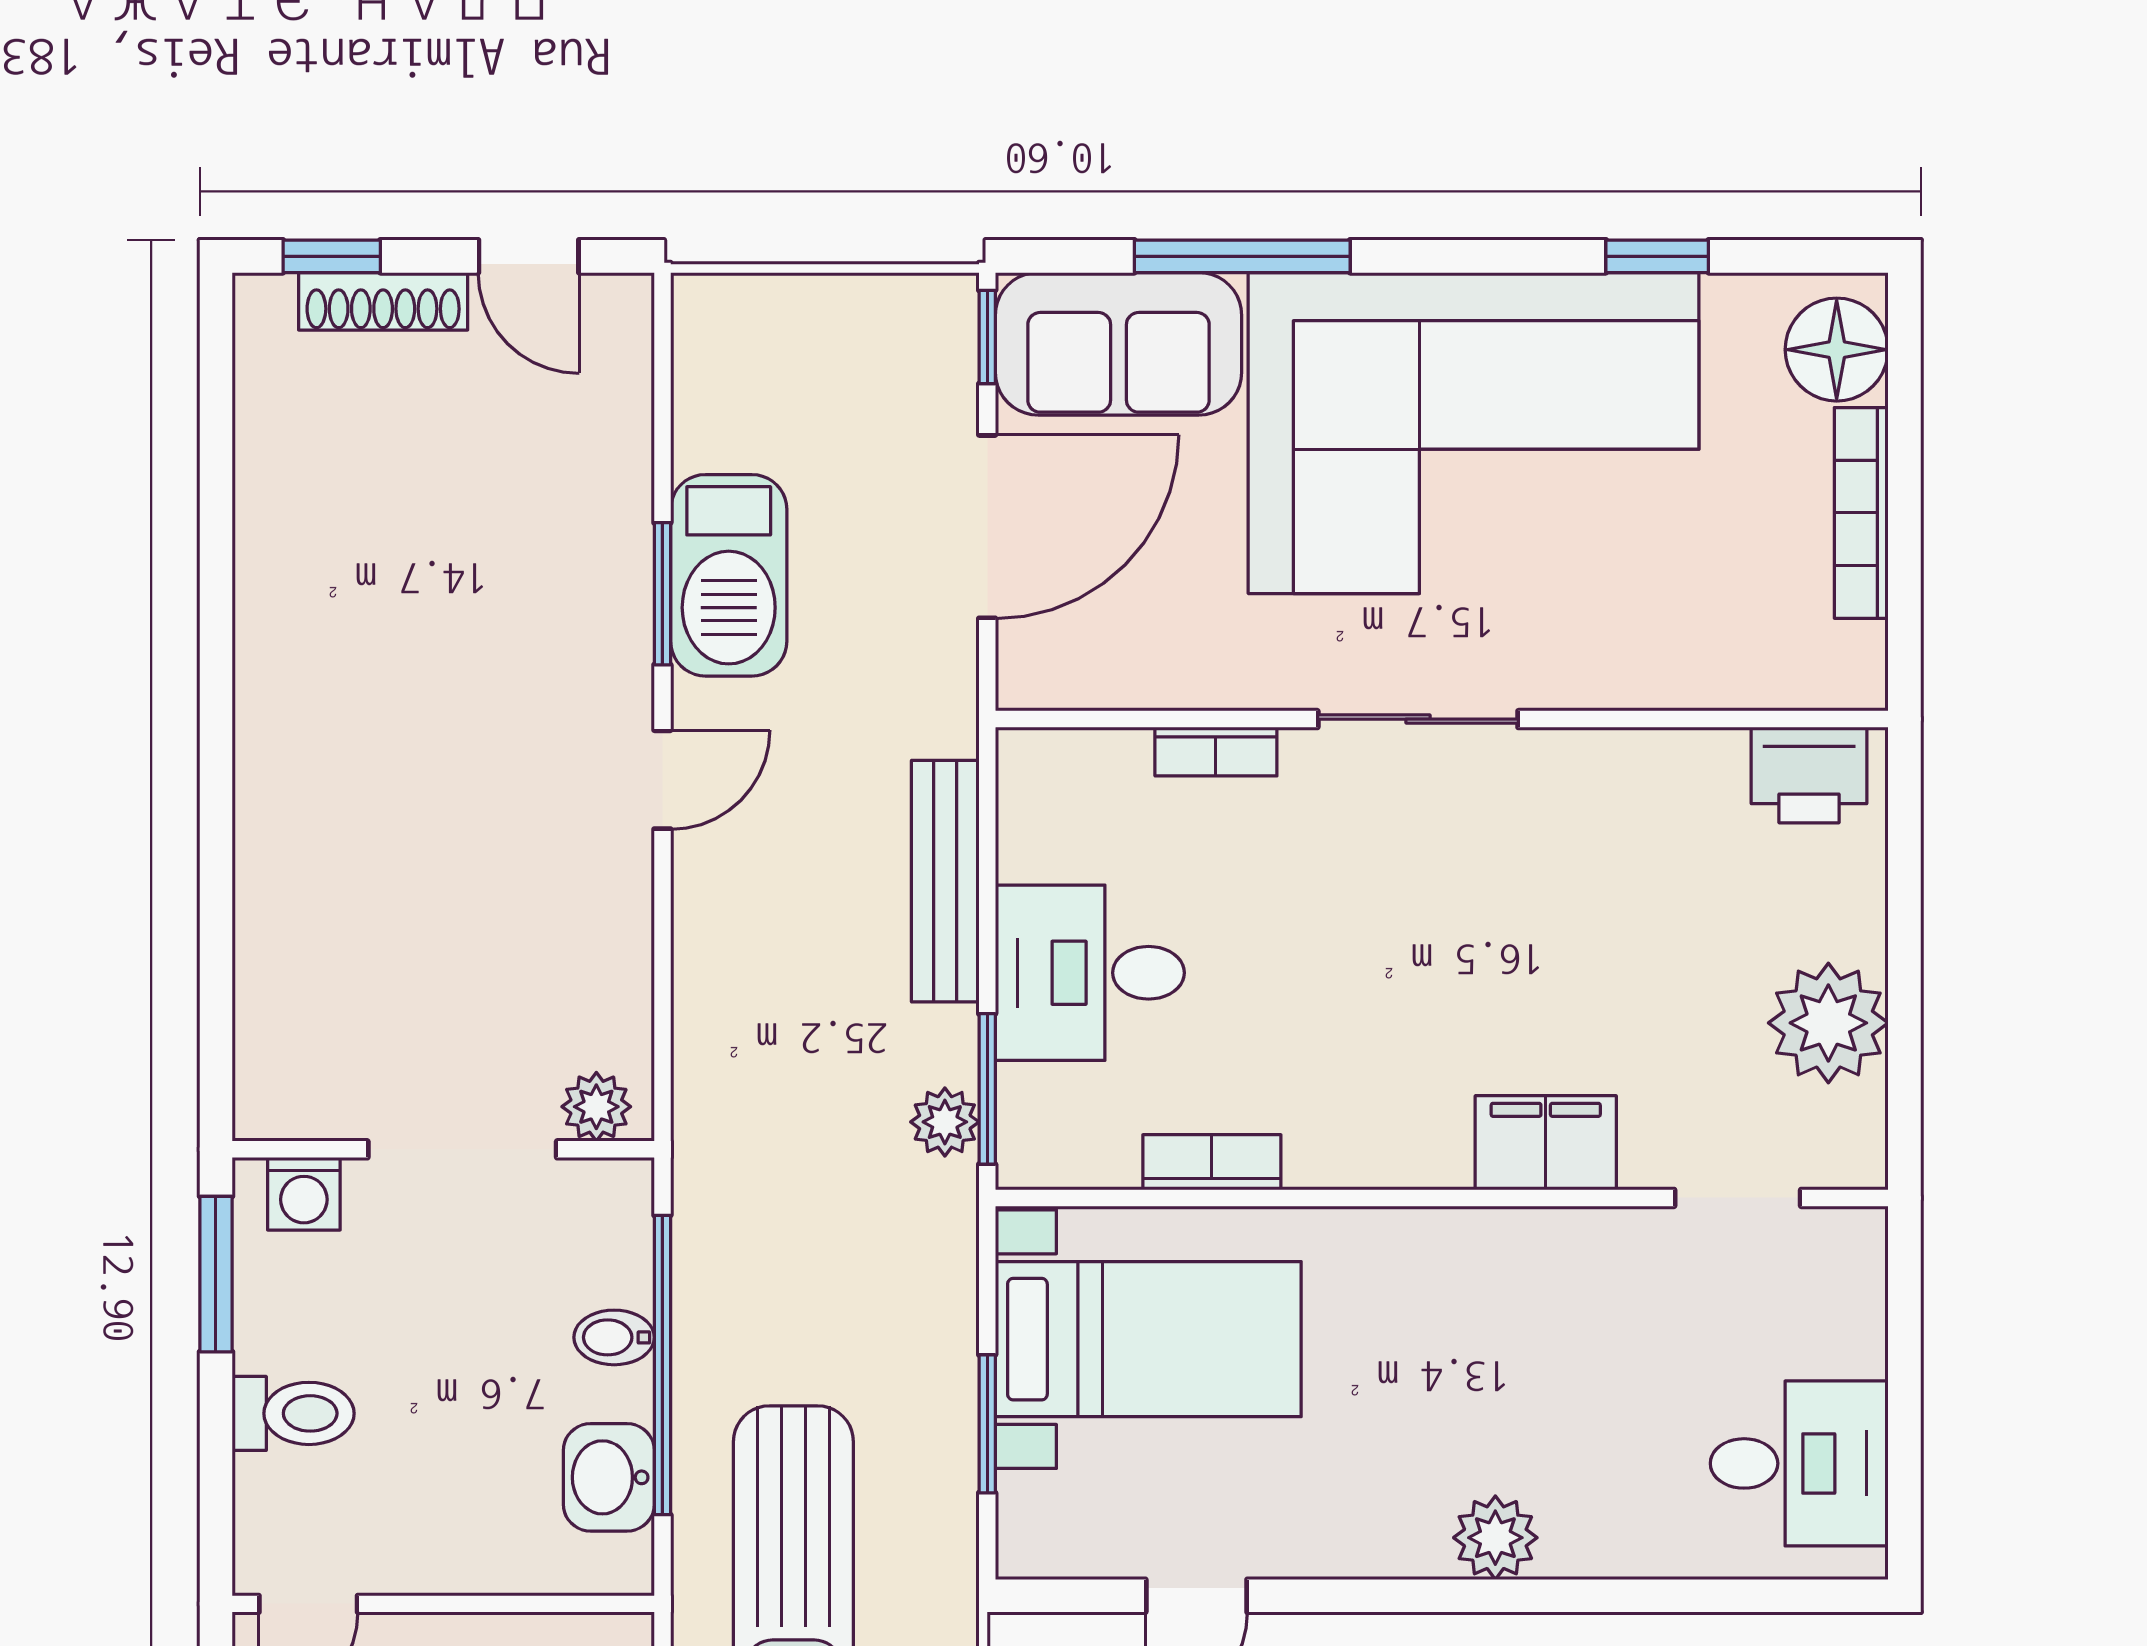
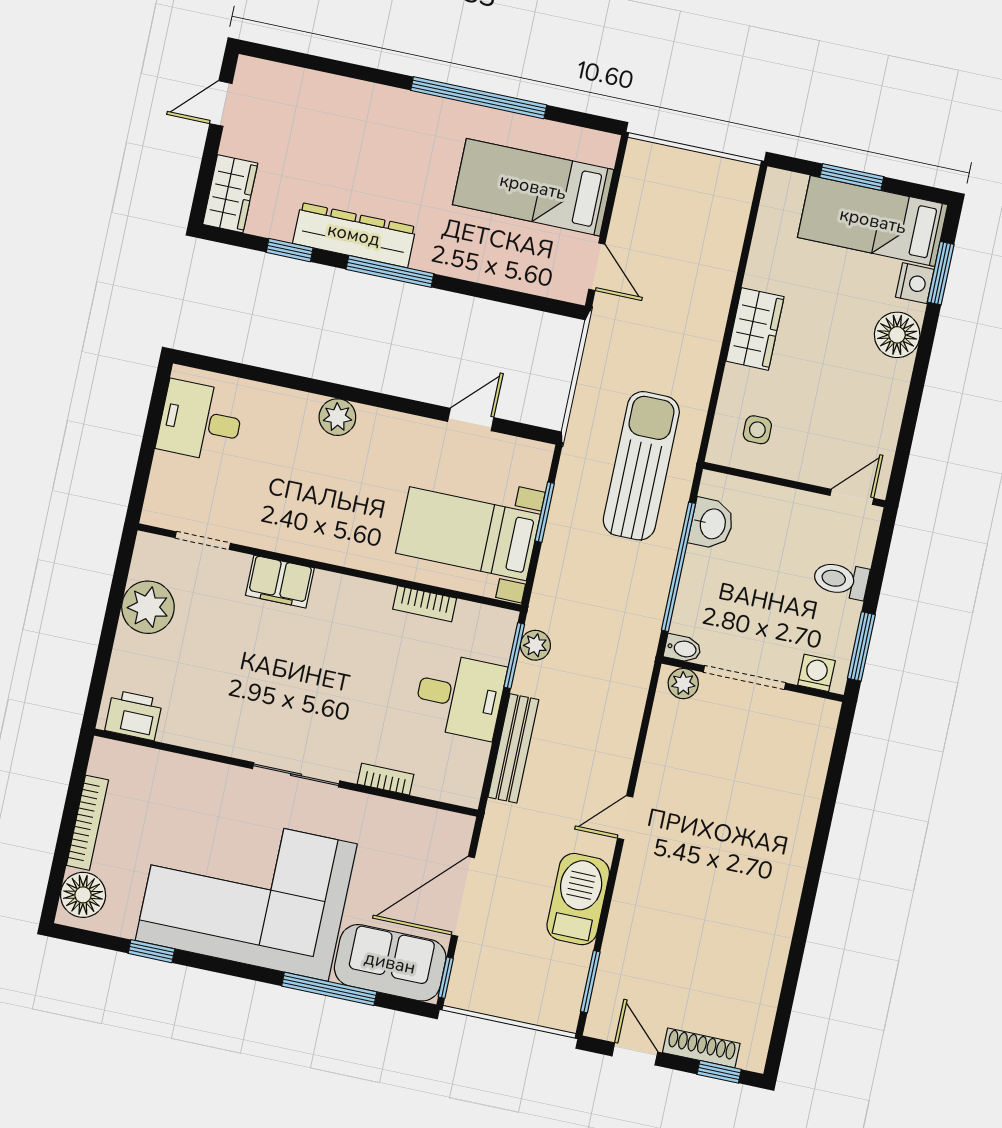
window: (662, 594) -> (590, 982), moved
bidet: (614, 1337) -> (683, 648), moved

